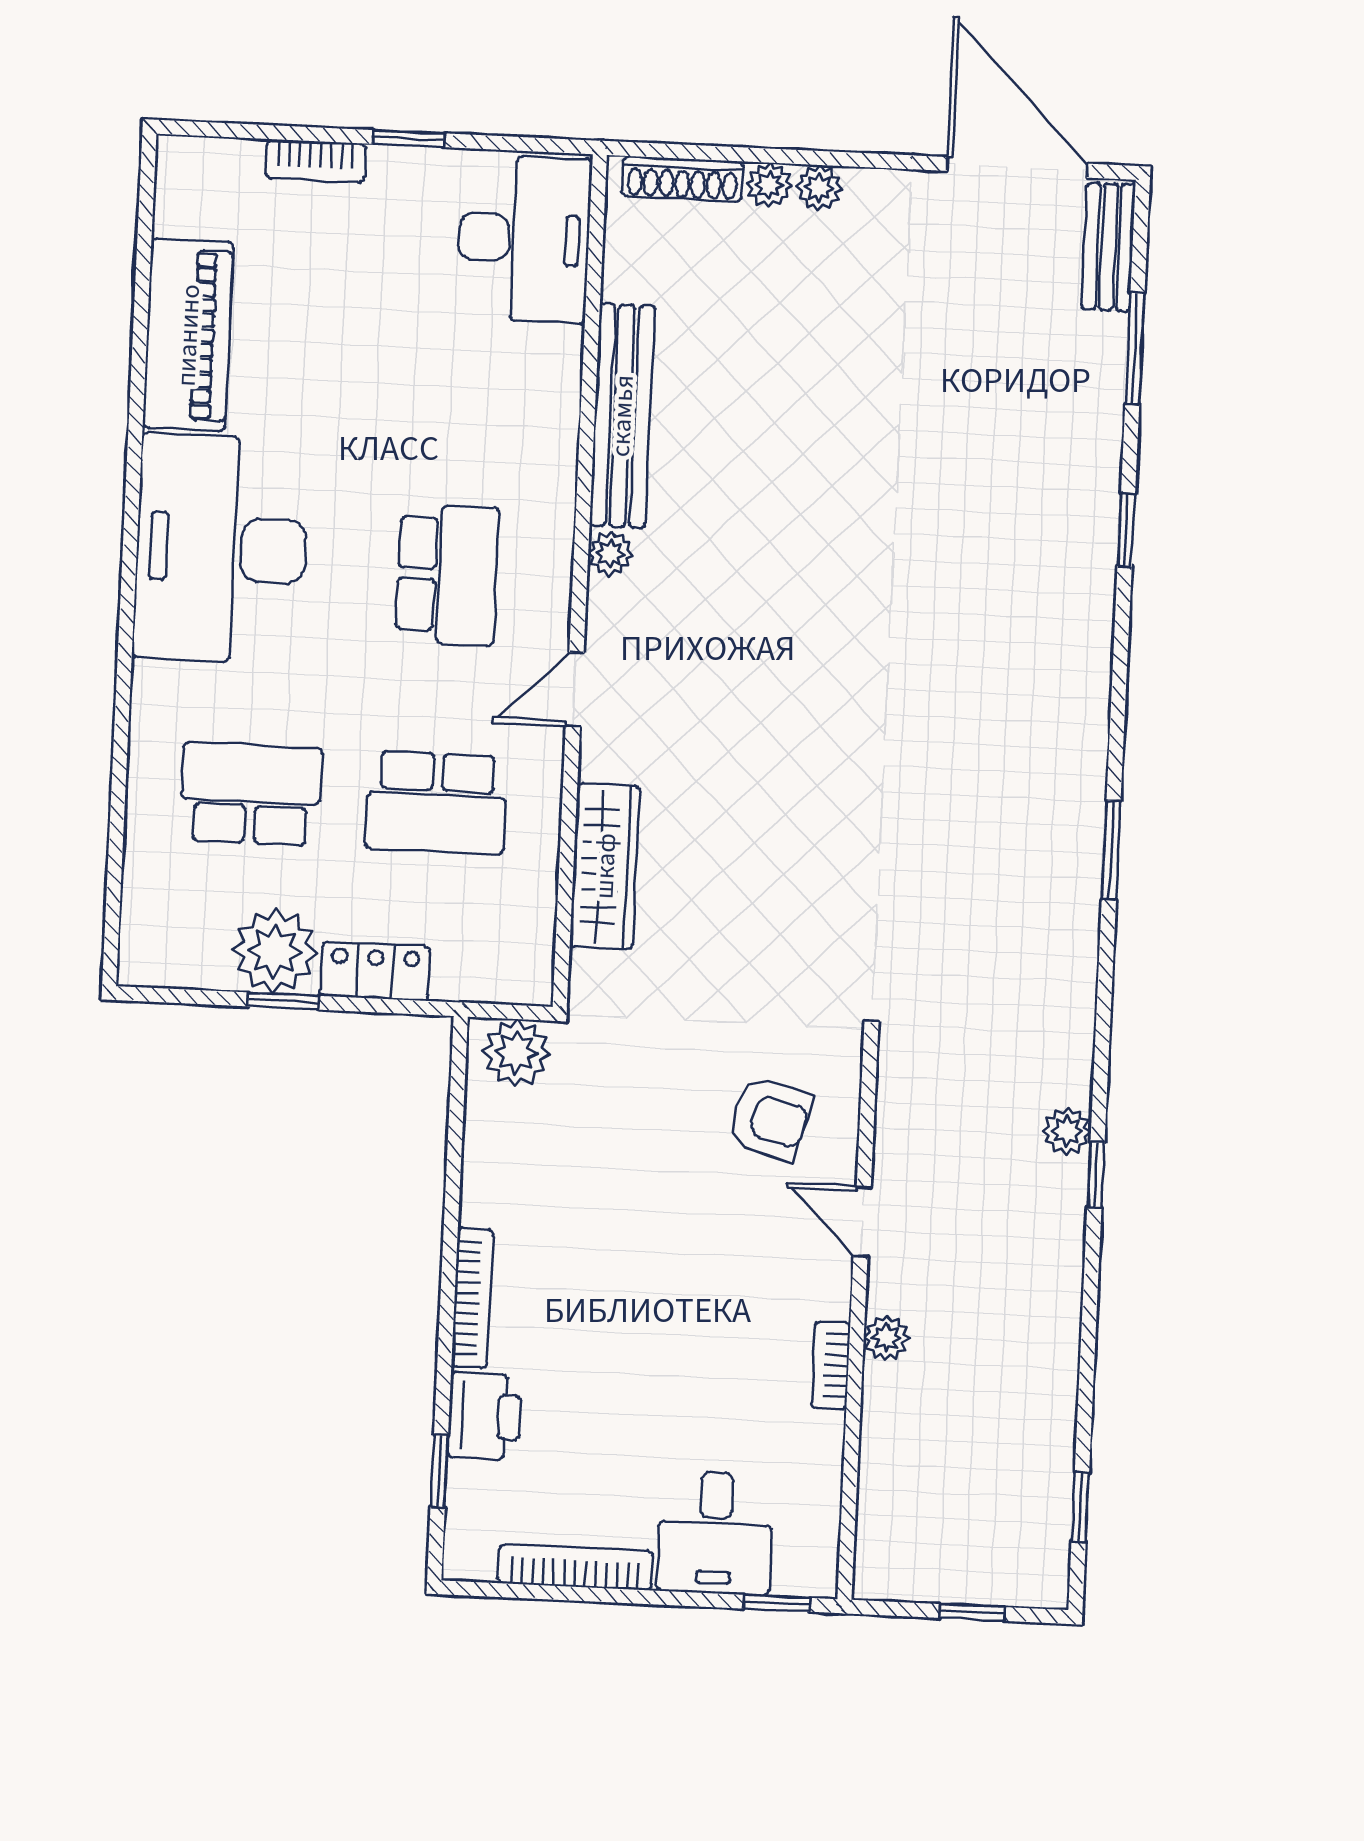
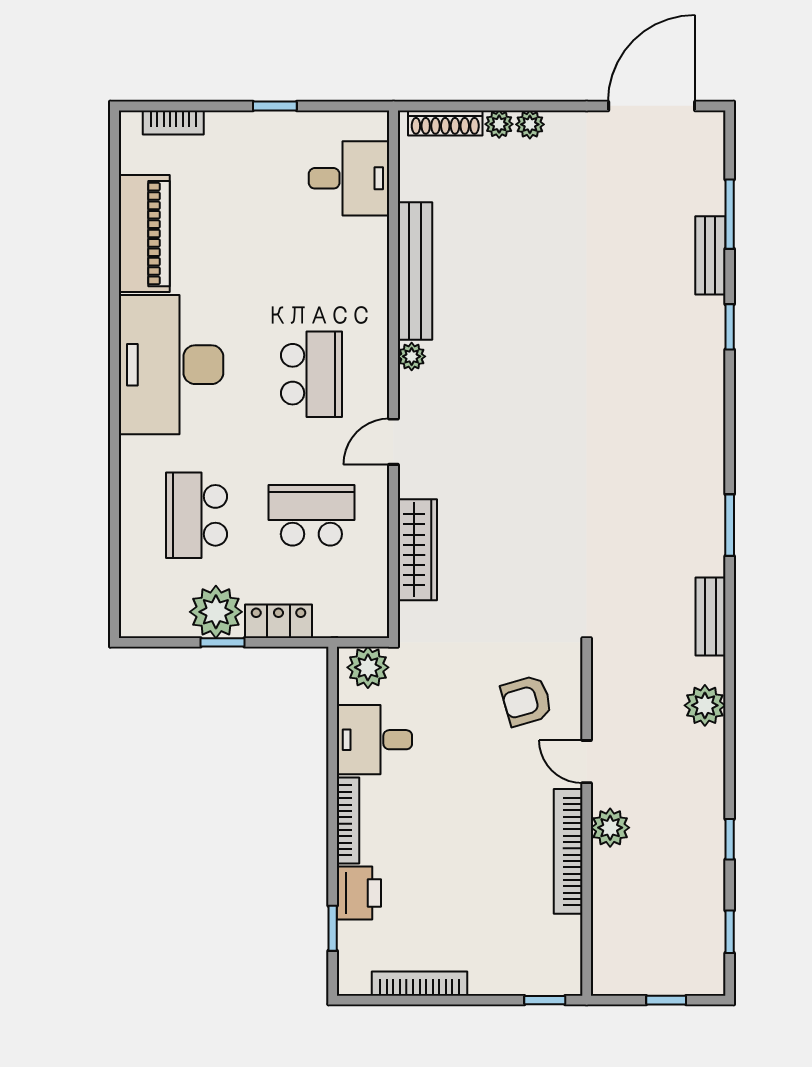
bookcase: (315, 161) -> (173, 122), moved
door: (1017, 167) -> (652, 106), hinge flipped
desk: (524, 239) -> (349, 178), width x0.73
bench: (1108, 247) -> (710, 255), moved
school desk: (251, 794) -> (197, 515), turned -90
school desk: (436, 803) -> (311, 515), turned 180
bench: (1073, 996) -> (710, 616), added
armchair: (770, 1118) -> (527, 701), turned 148
plant: (1067, 1131) -> (705, 705), width x1.38, depth x1.38
window: (1096, 1174) -> (730, 839), moved
plant: (886, 1338) -> (610, 828), width x1.38, depth x1.38
bookcase: (831, 1365) -> (568, 851), width x2.31, depth x1.31
desk: (715, 1533) -> (374, 740), moved, turned 90

